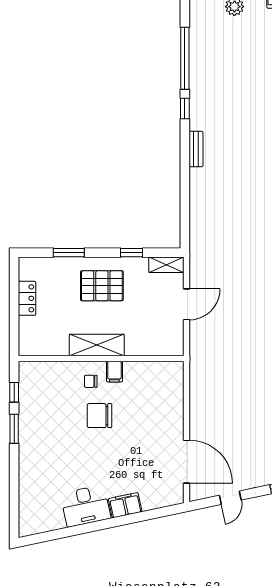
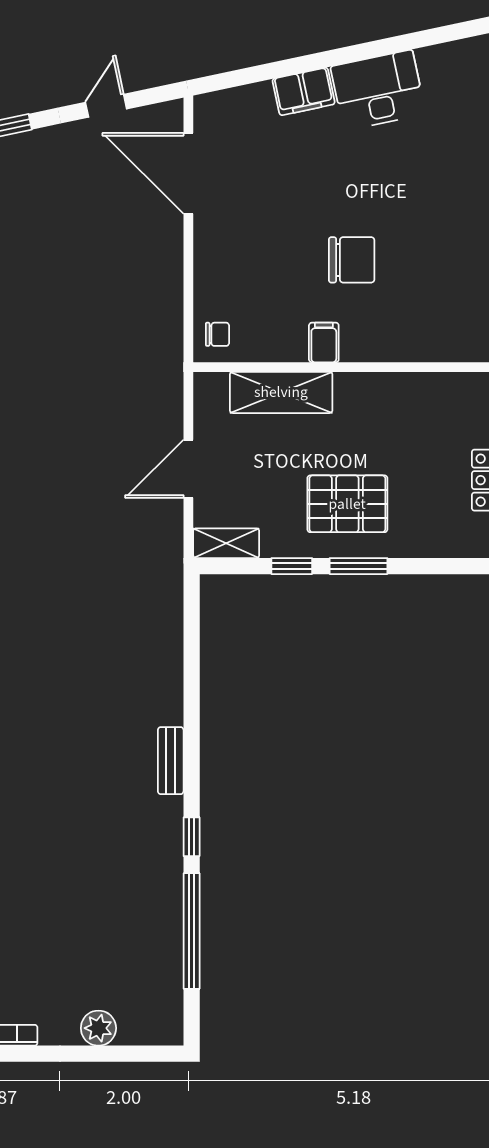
window: (69, 253) -> (358, 566), moved
shelving: (97, 345) -> (281, 392), moved
chair: (91, 381) -> (217, 334), moved

